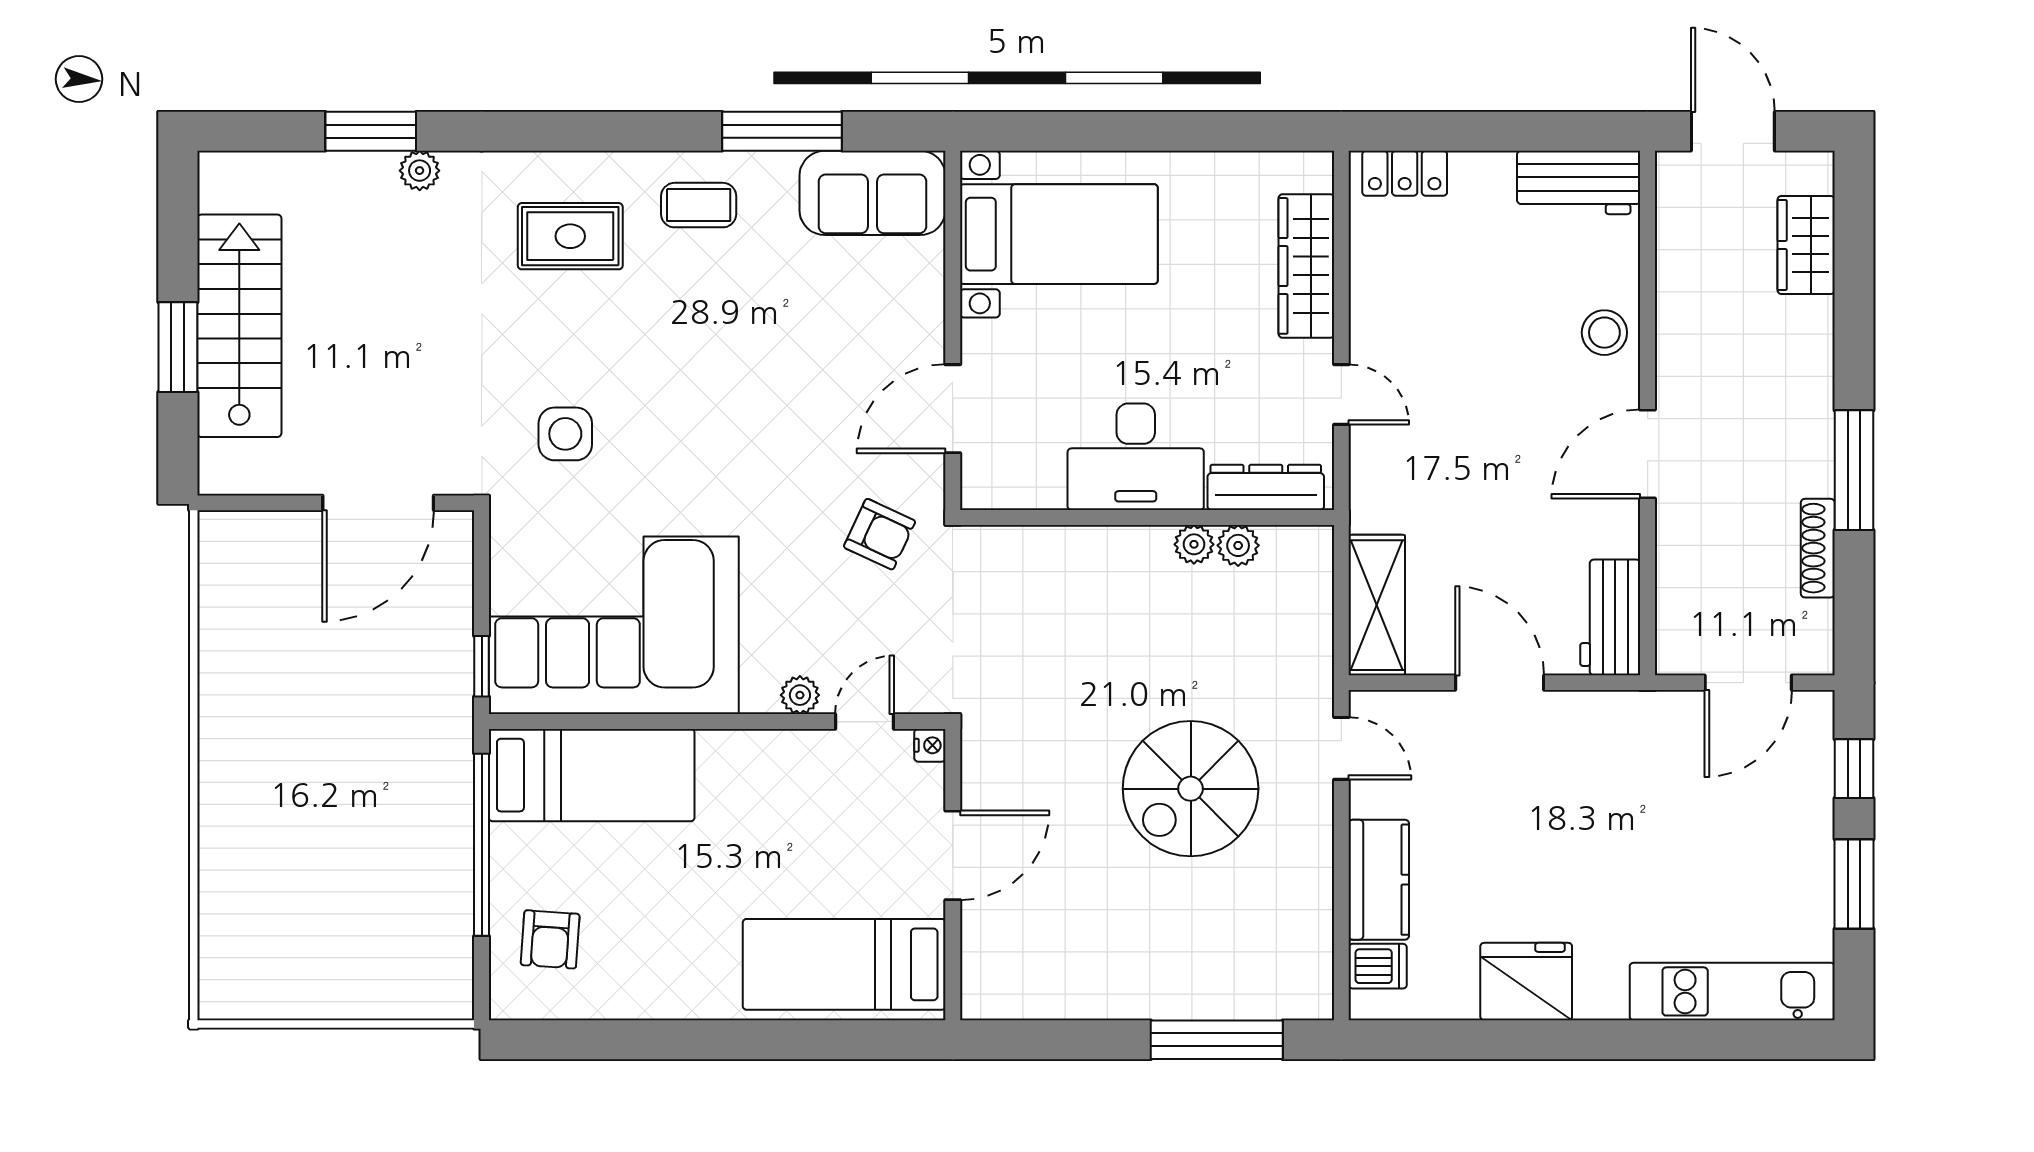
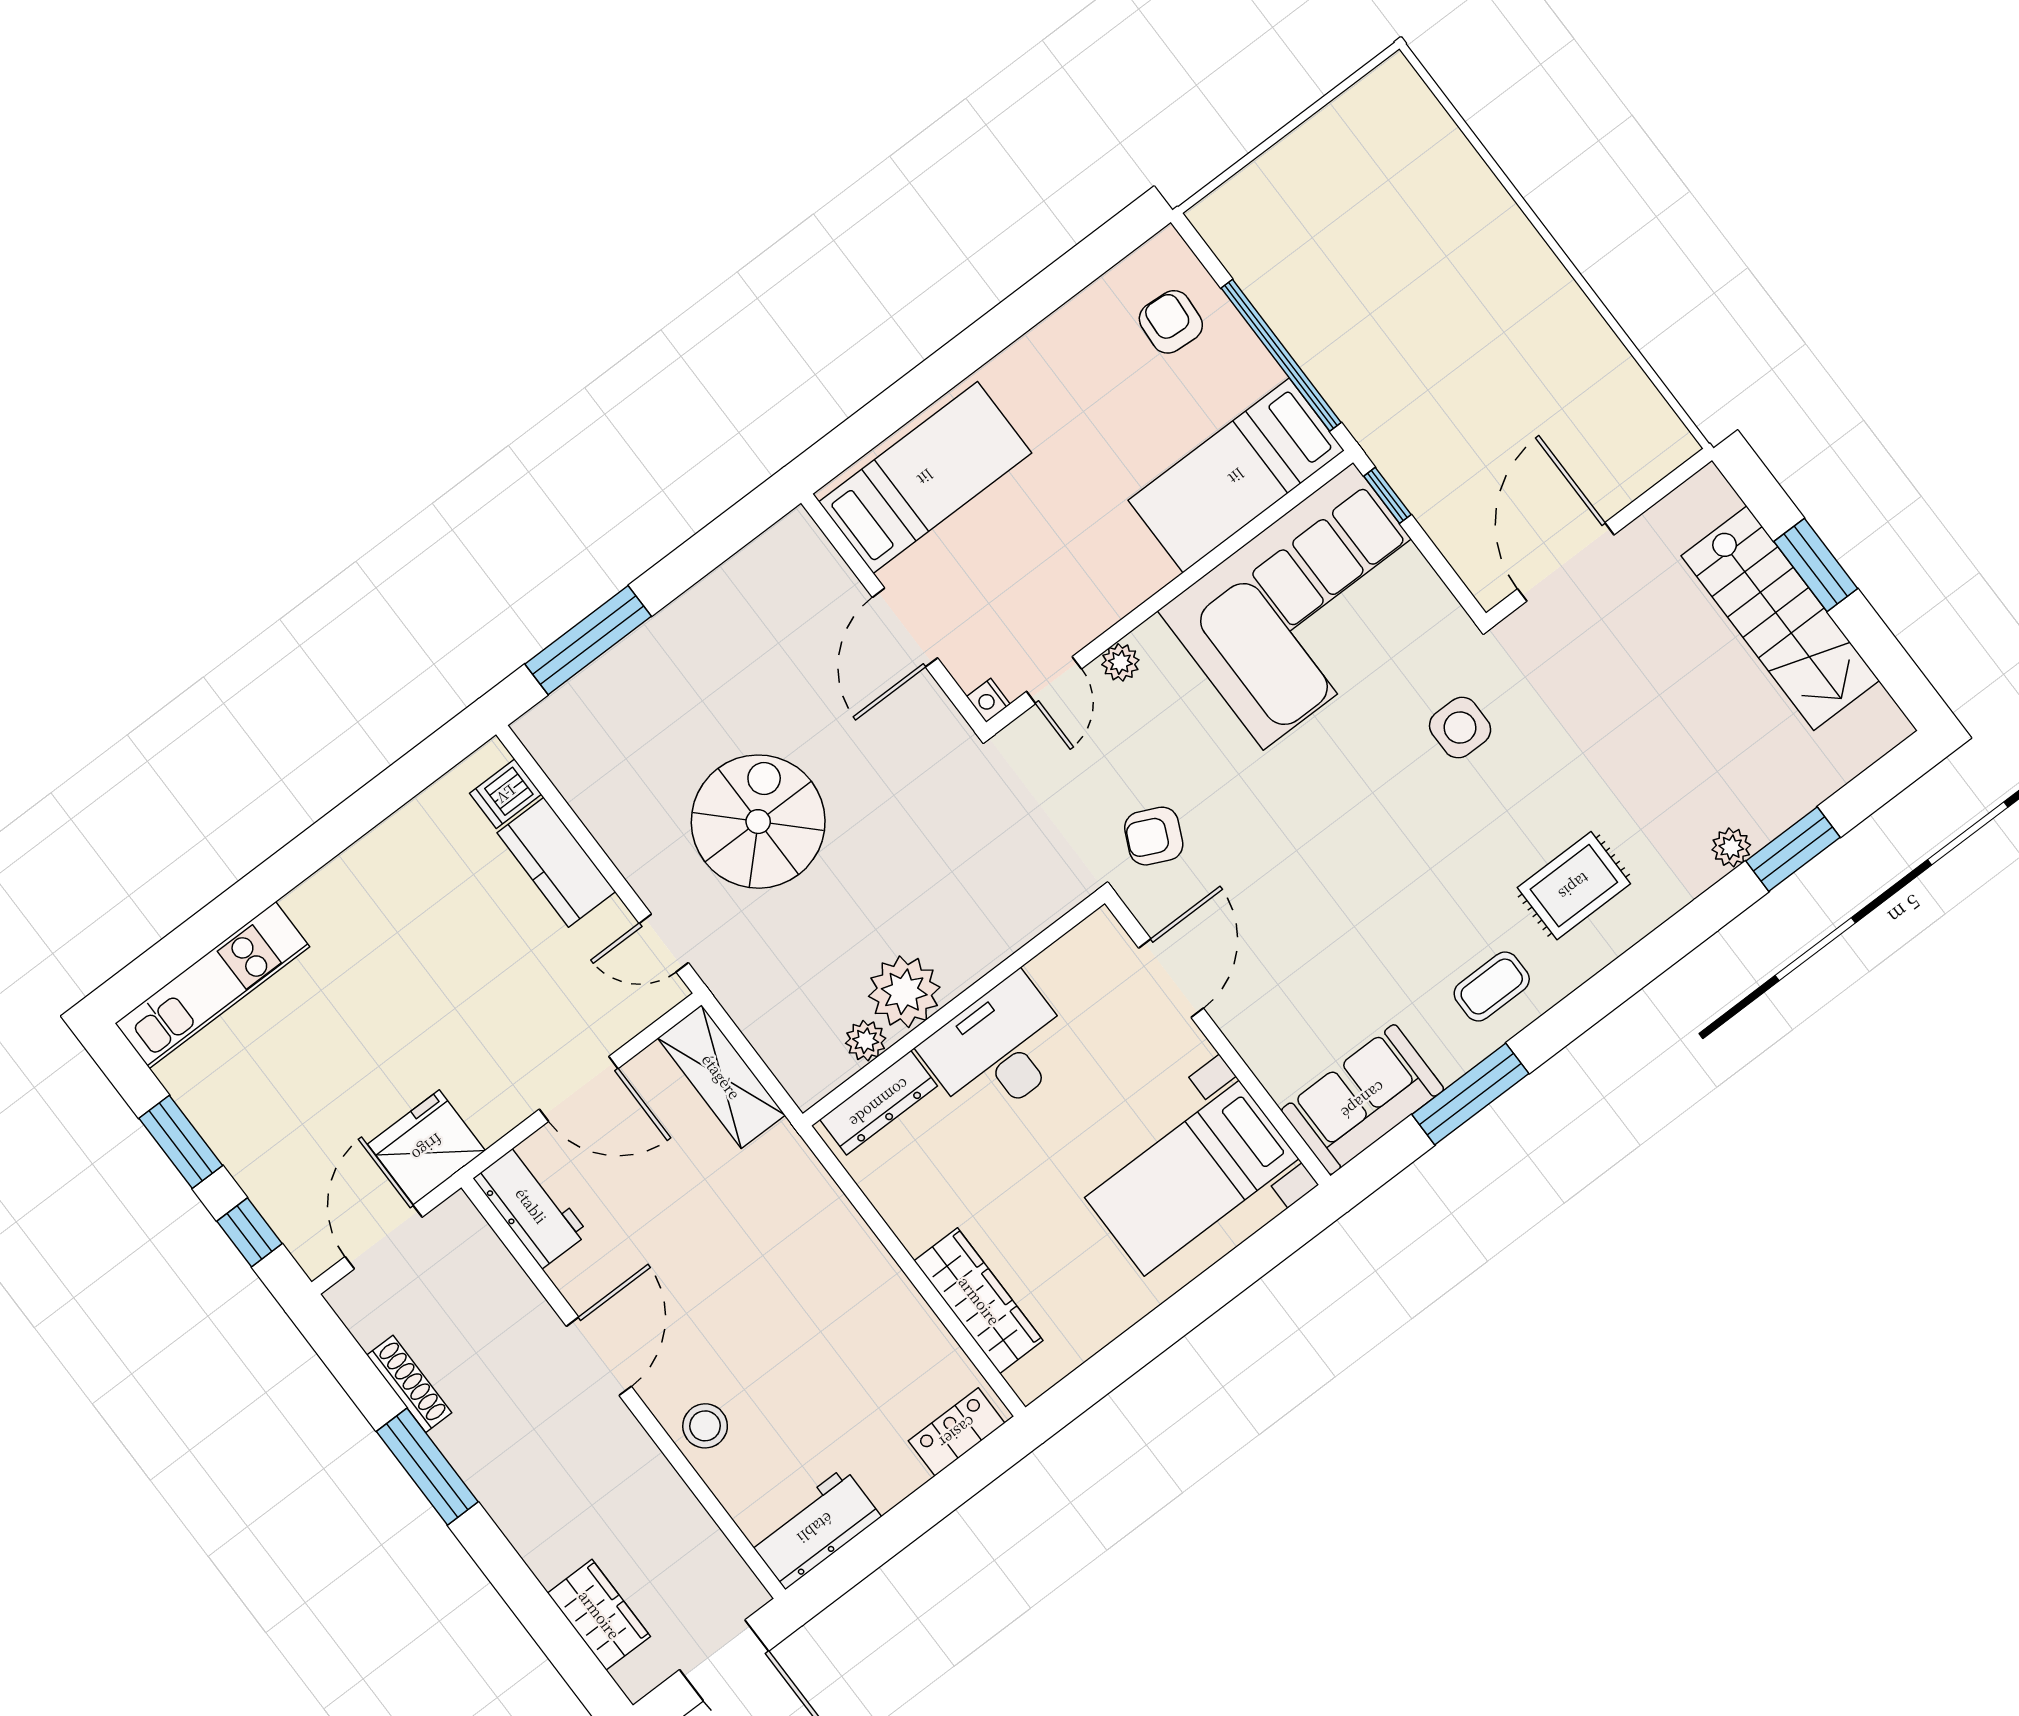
door: (1341, 394) -> (875, 1221), removed
plant: (1194, 544) -> (904, 992), width x1.88, depth x1.88
fridge: (1526, 982) -> (427, 1147), moved, turned 180

